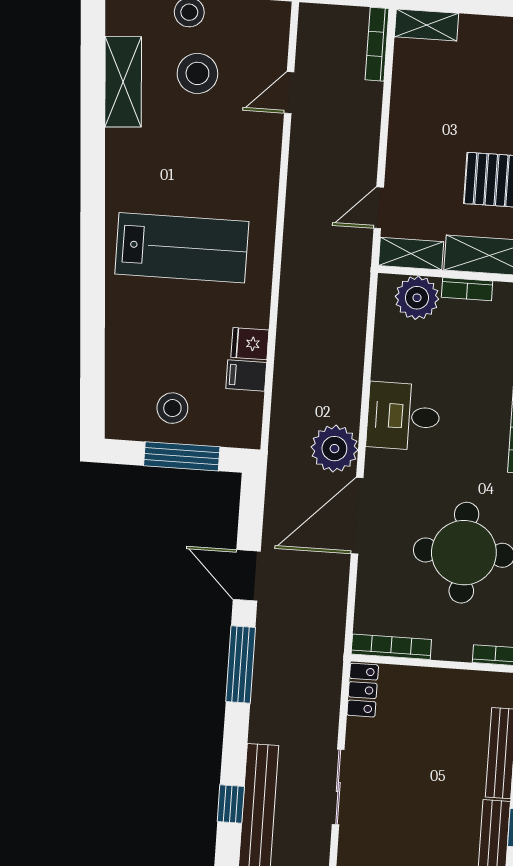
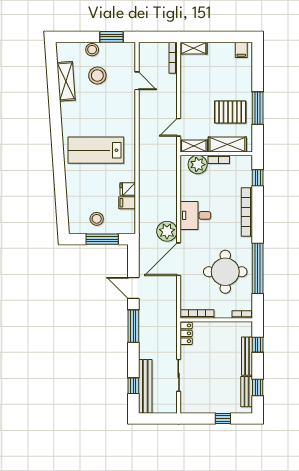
door: (289, 93) -> (137, 81), swing flipped
lab bench: (182, 248) -> (96, 150), turned 180

